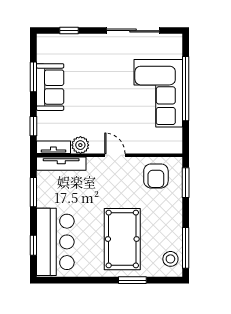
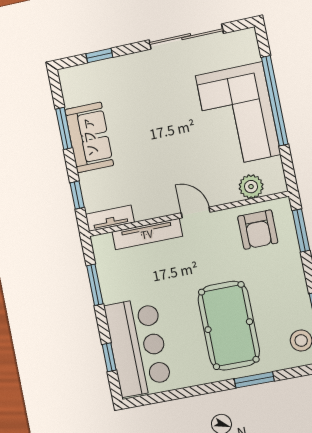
plant: (80, 145) -> (251, 187), moved
tv unit: (61, 164) -> (147, 234), moved

